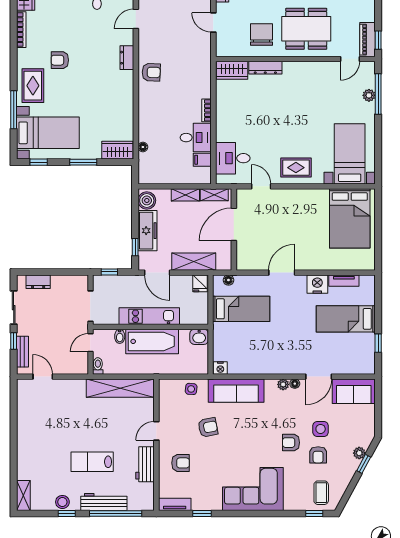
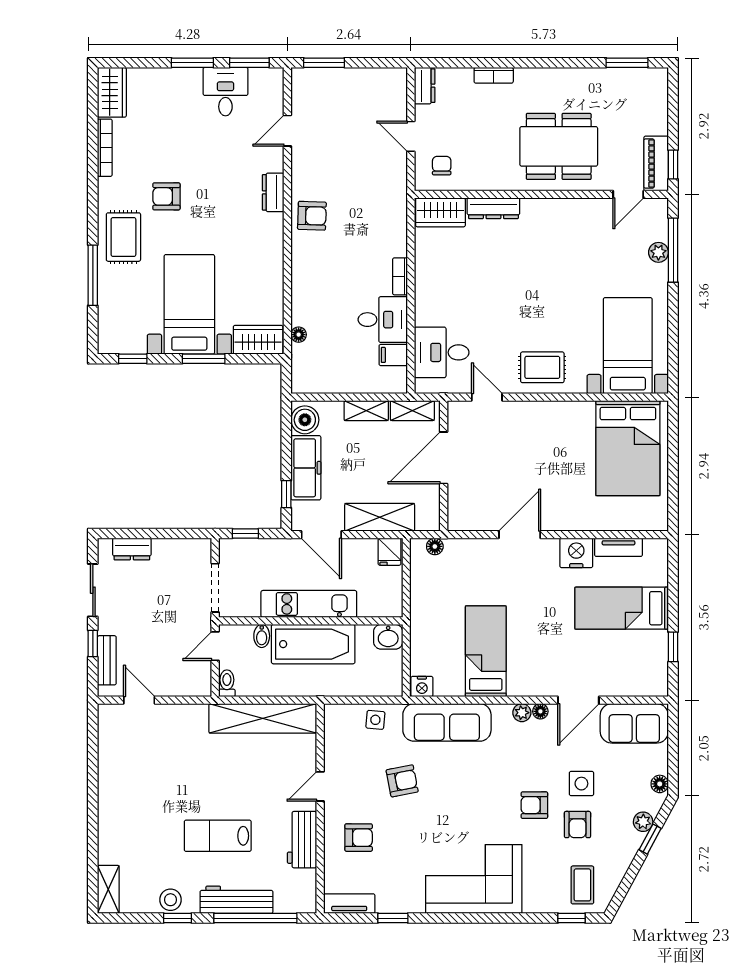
chair: (261, 35) -> (442, 166), moved, width x0.54, depth x0.54
bed with nightstands: (48, 133) -> (189, 304), moved, turned -90
bed: (241, 309) -> (486, 651), moved, turned -90
floor lamp: (370, 429) -> (660, 784), added

